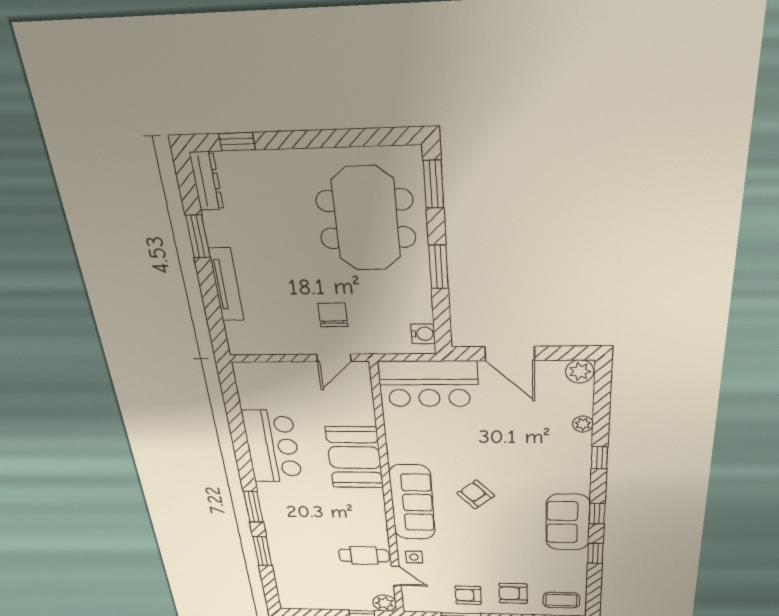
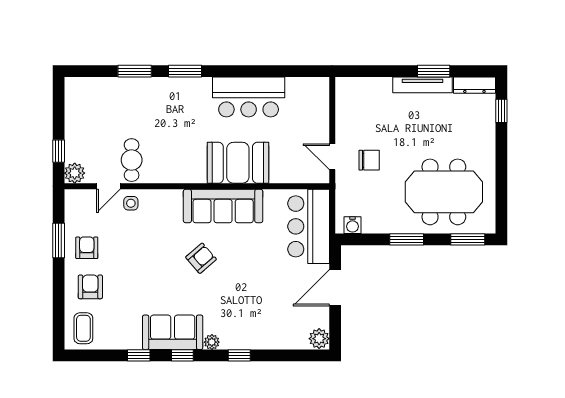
tv unit: (226, 285) -> (422, 85), moved
plant: (583, 424) -> (212, 342), moved
sofa: (412, 503) -> (223, 206), moved

